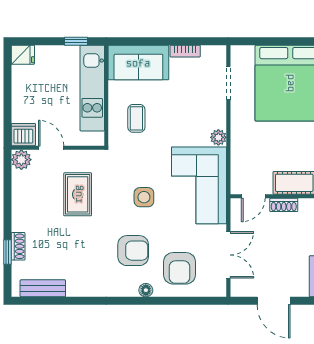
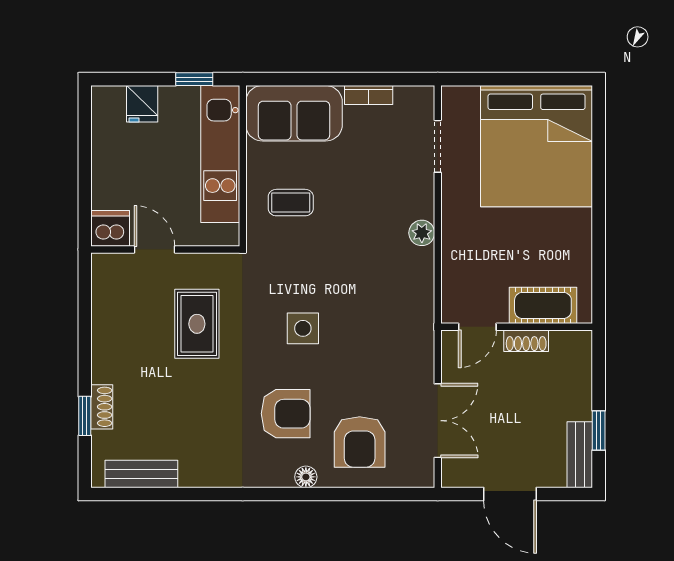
fridge: (23, 55) -> (142, 104), moved, turned 90
coffee table: (136, 118) -> (291, 203), turned 90
plant: (21, 160) -> (107, 268), removed
corner sofa: (199, 185) -> (391, 310), removed

